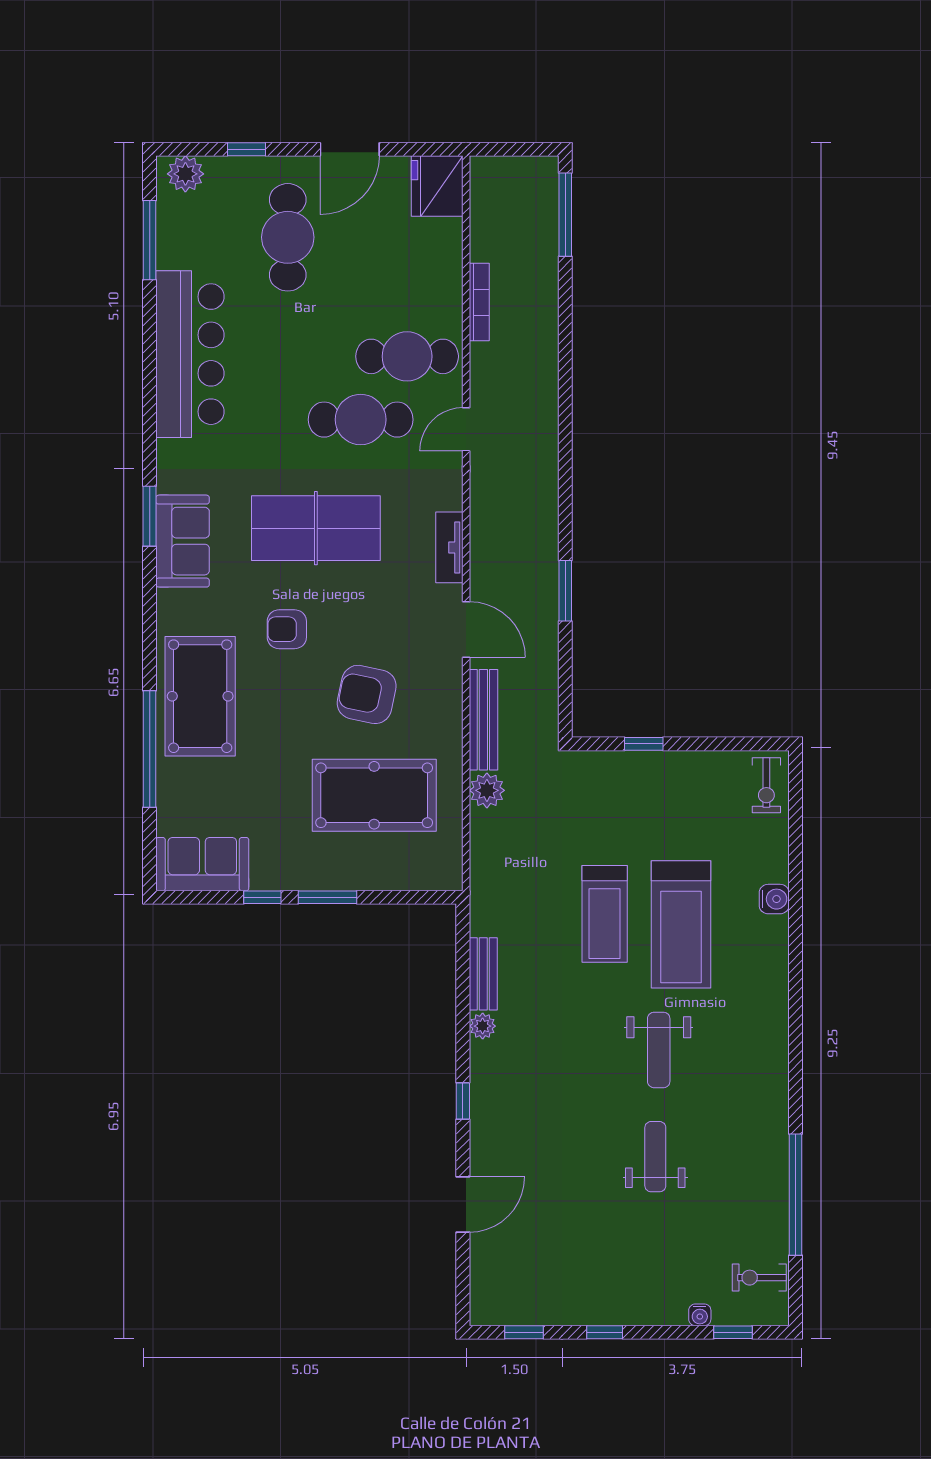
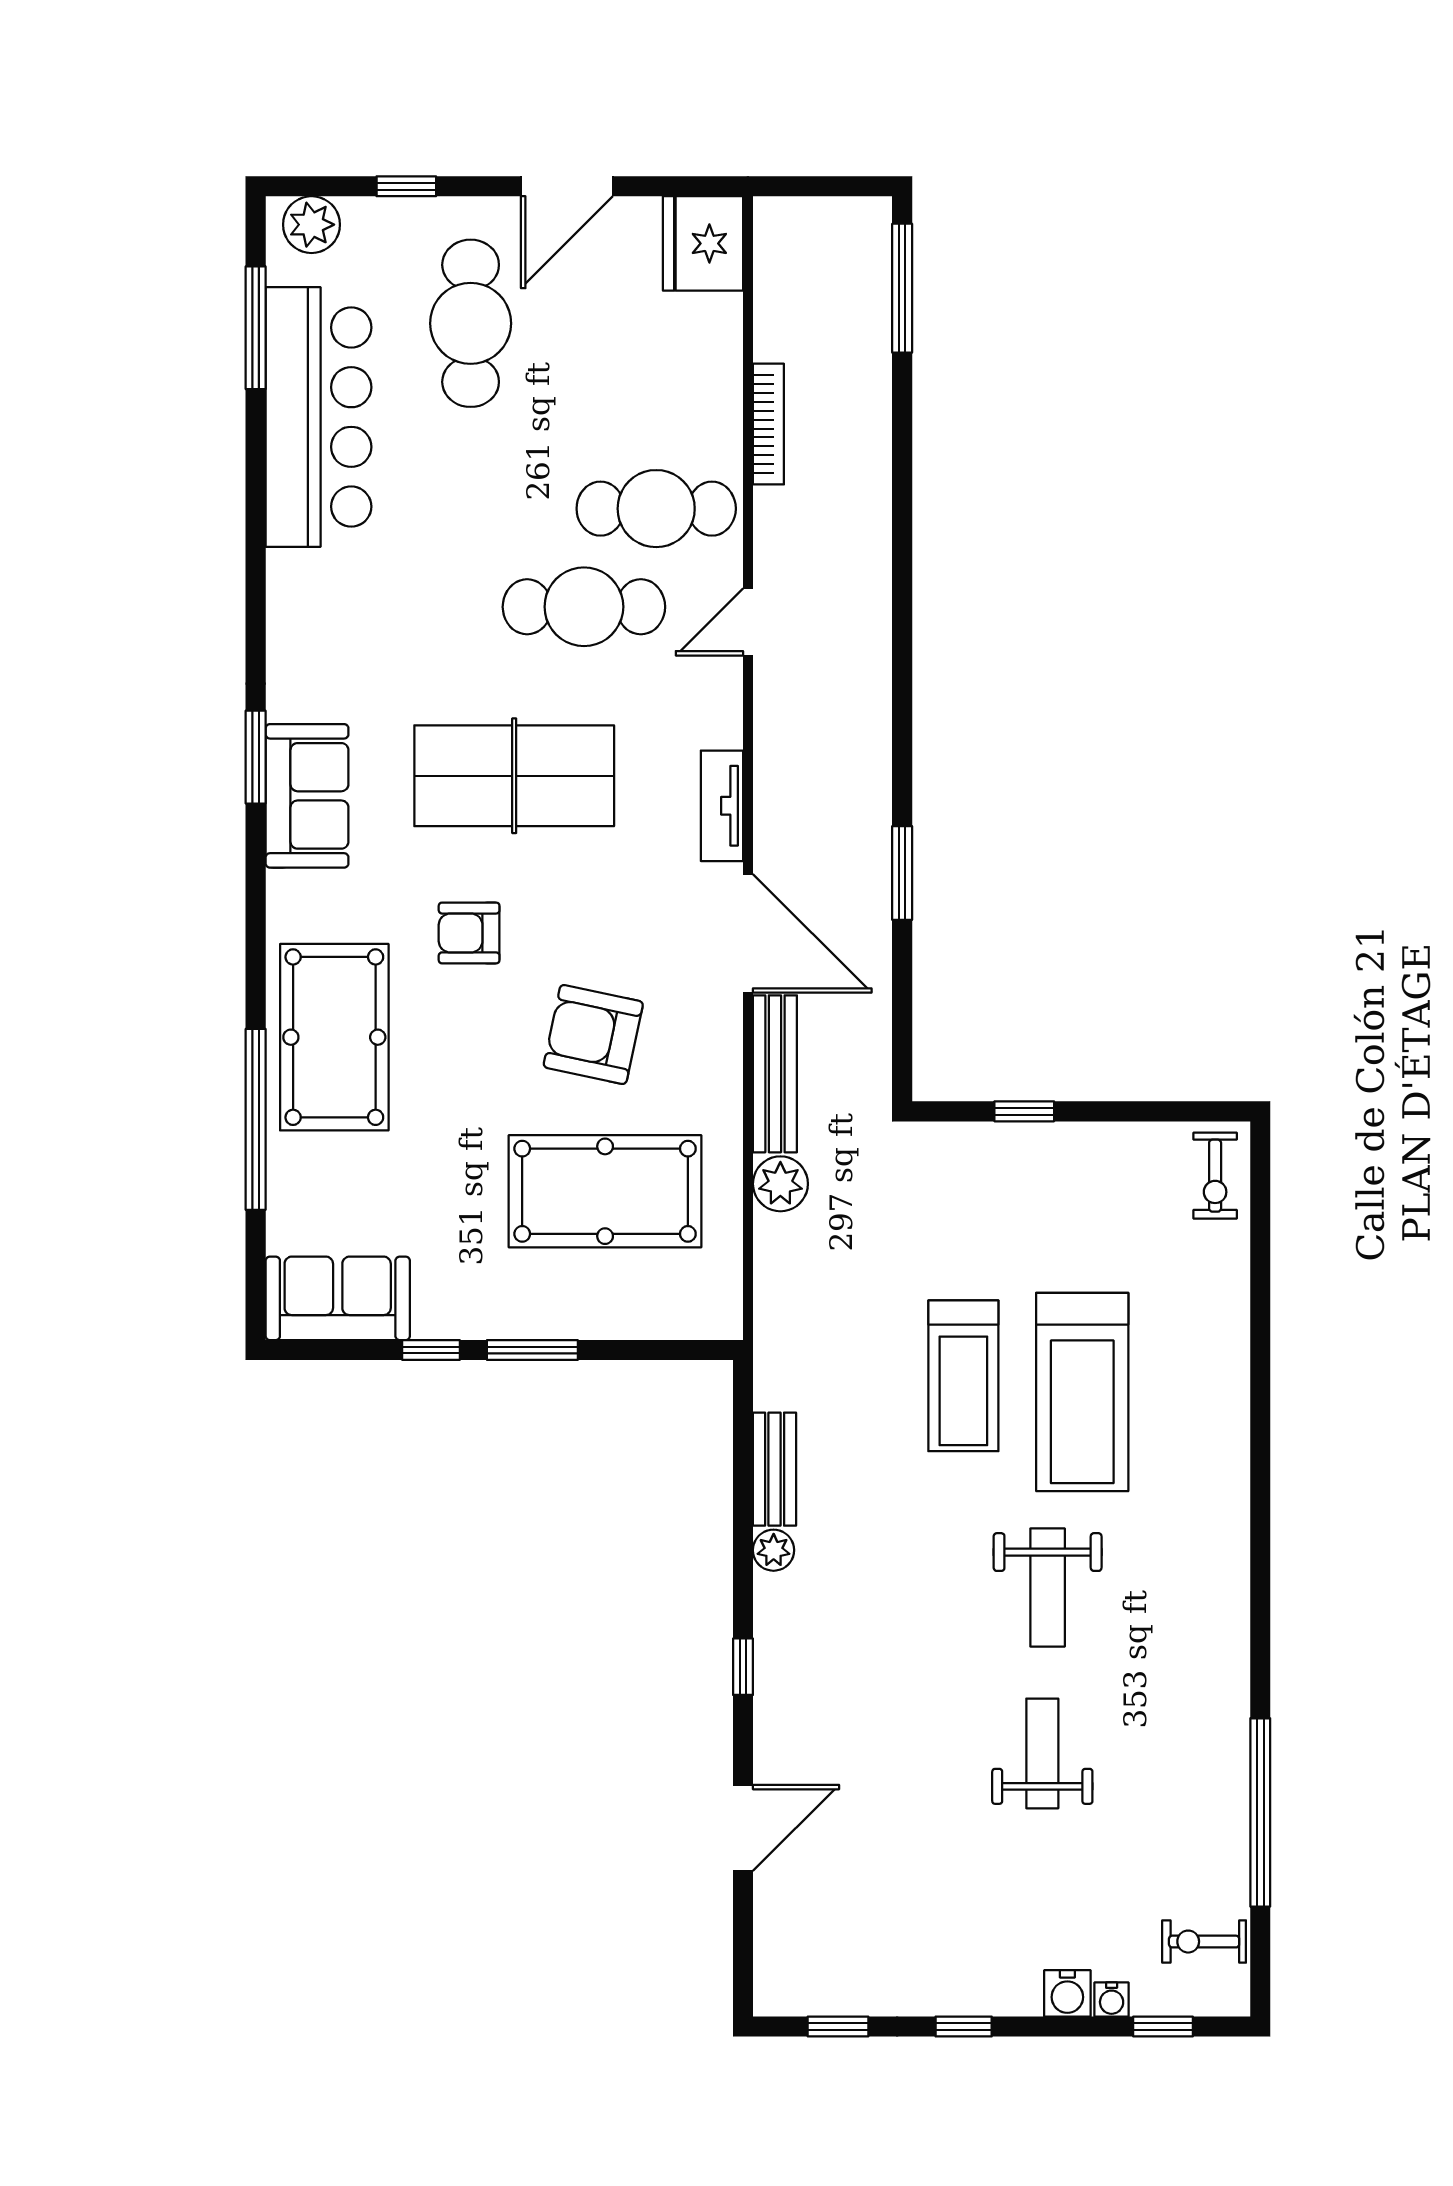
bar counter: (190, 354) -> (318, 417), moved
door: (466, 629) -> (748, 933), width x1.36
water cooler: (774, 899) -> (1067, 1993), moved, turned 90

